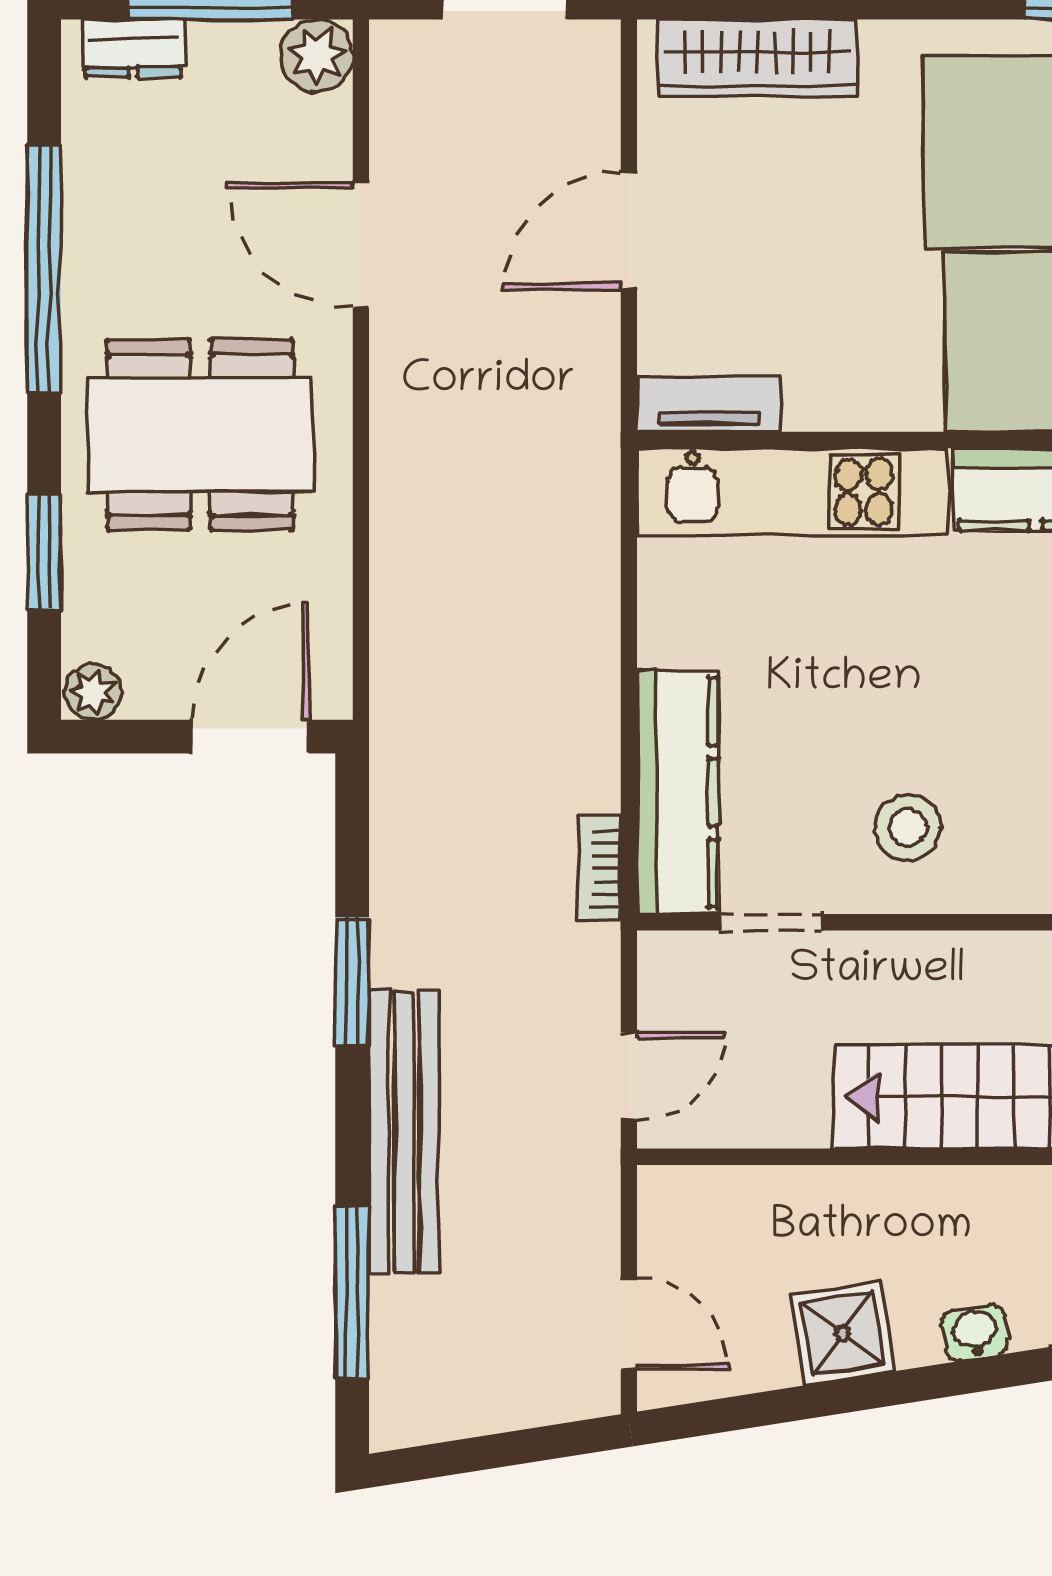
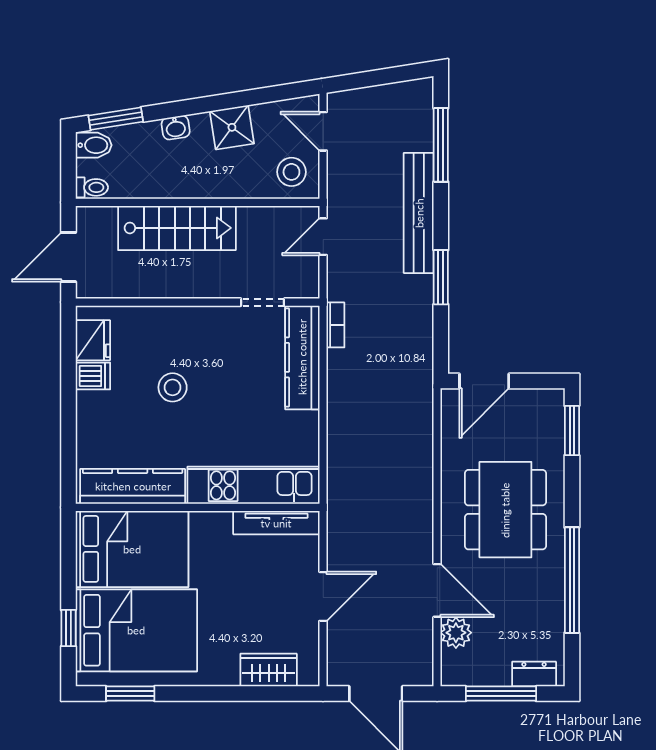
plant: (317, 56) -> (456, 633), moved
wardrobe: (757, 58) -> (269, 670), width x0.67
tv unit: (709, 404) -> (276, 523), width x1.41
dining table: (200, 435) -> (505, 510), turned 90
window: (44, 552) -> (572, 430), moved
plant: (93, 692) -> (551, 400), removed
stool: (908, 828) -> (173, 387), moved
stool: (703, 1228) -> (291, 172), added

